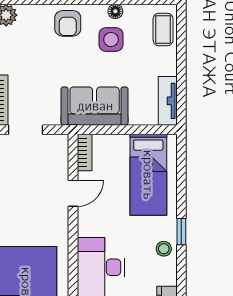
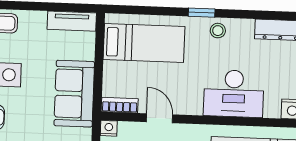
nightstand: (61, 142) -> (109, 128), added

